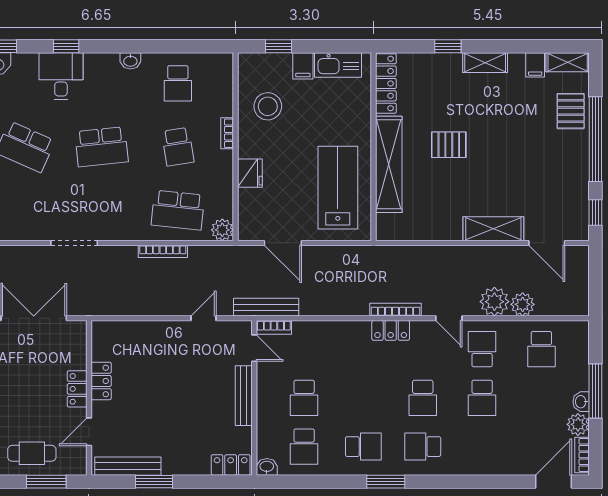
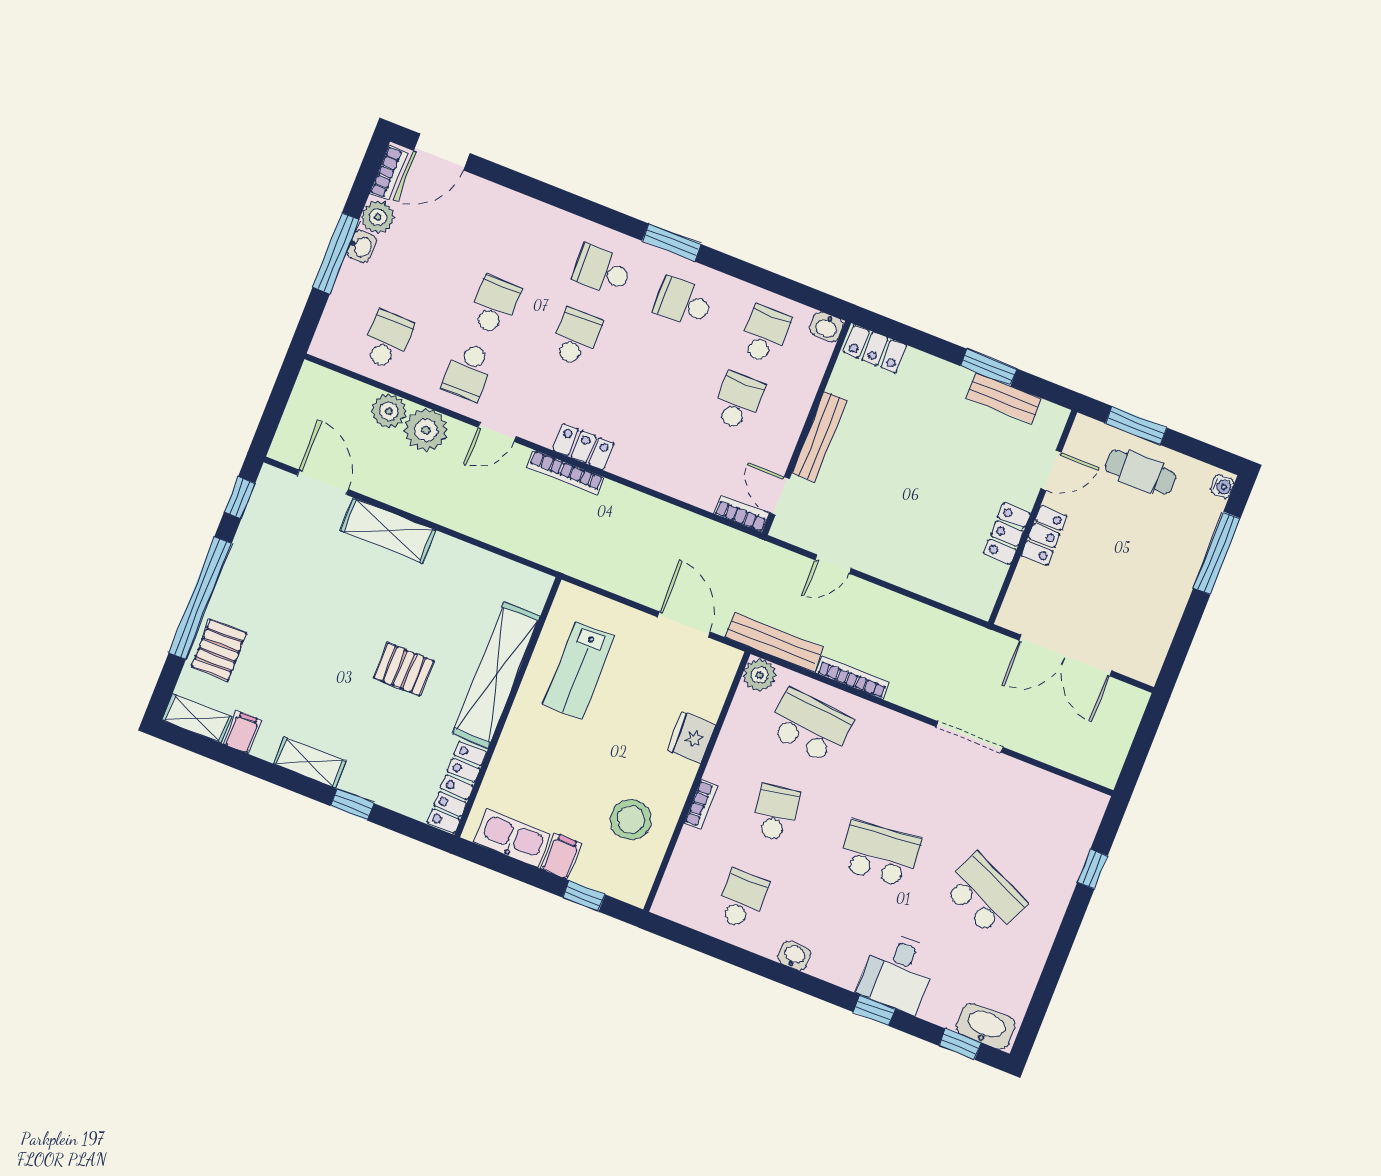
lab bench: (338, 188) -> (579, 671), width x0.73, depth x0.72
bench: (266, 307) -> (774, 642), moved
door: (449, 318) -> (497, 432), swing flipped
school desk: (423, 447) -> (602, 270), turned 180
bench: (128, 466) -> (1004, 398), width x0.73

